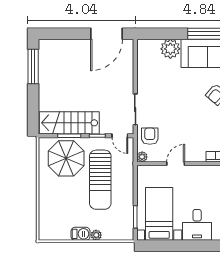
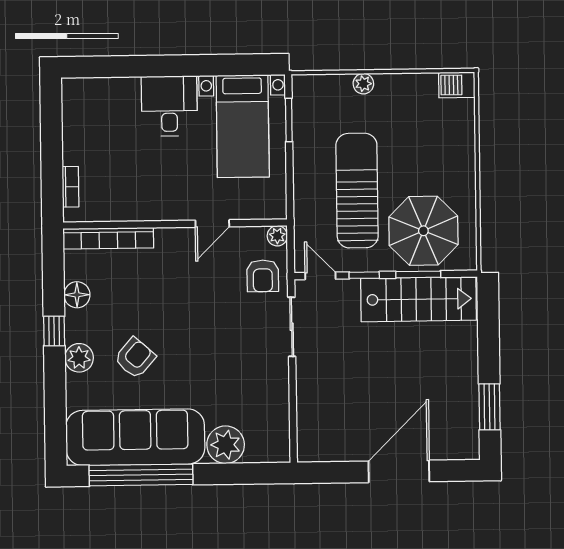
door: (107, 34) -> (399, 471), moved
window: (33, 67) -> (490, 407), width x0.69
barbecue: (80, 234) -> (457, 85), moved

